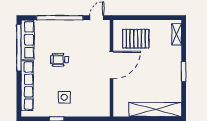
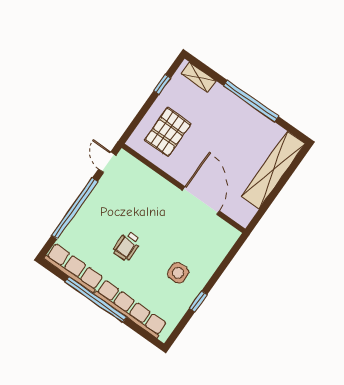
window: (159, 18) -> (162, 84), added
window: (19, 48) -> (96, 300), moved
door: (112, 65) -> (201, 201), moved
window: (184, 72) -> (251, 101), width x2.11

